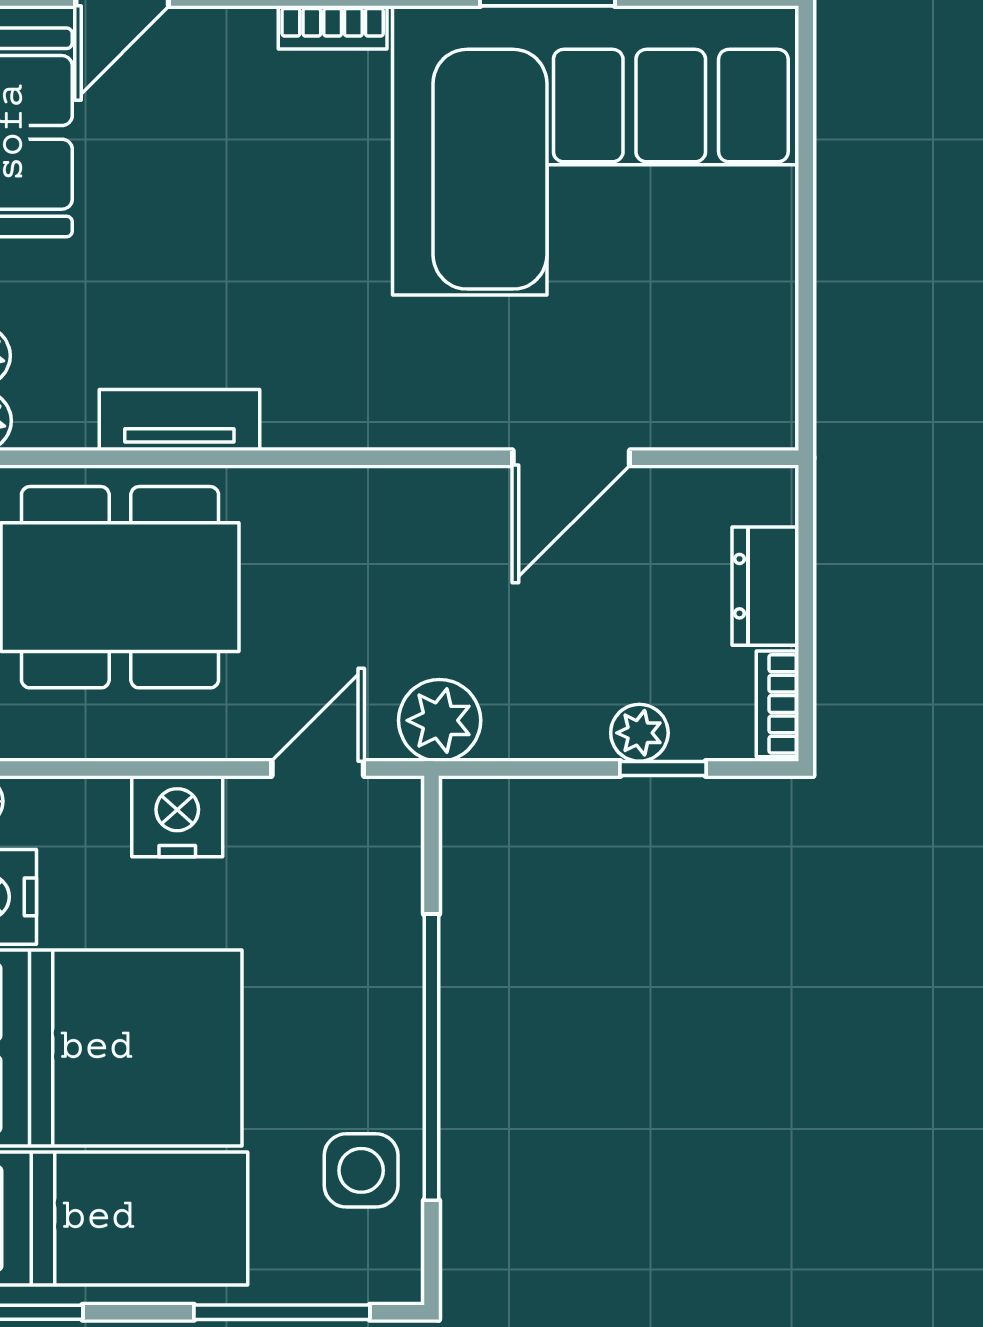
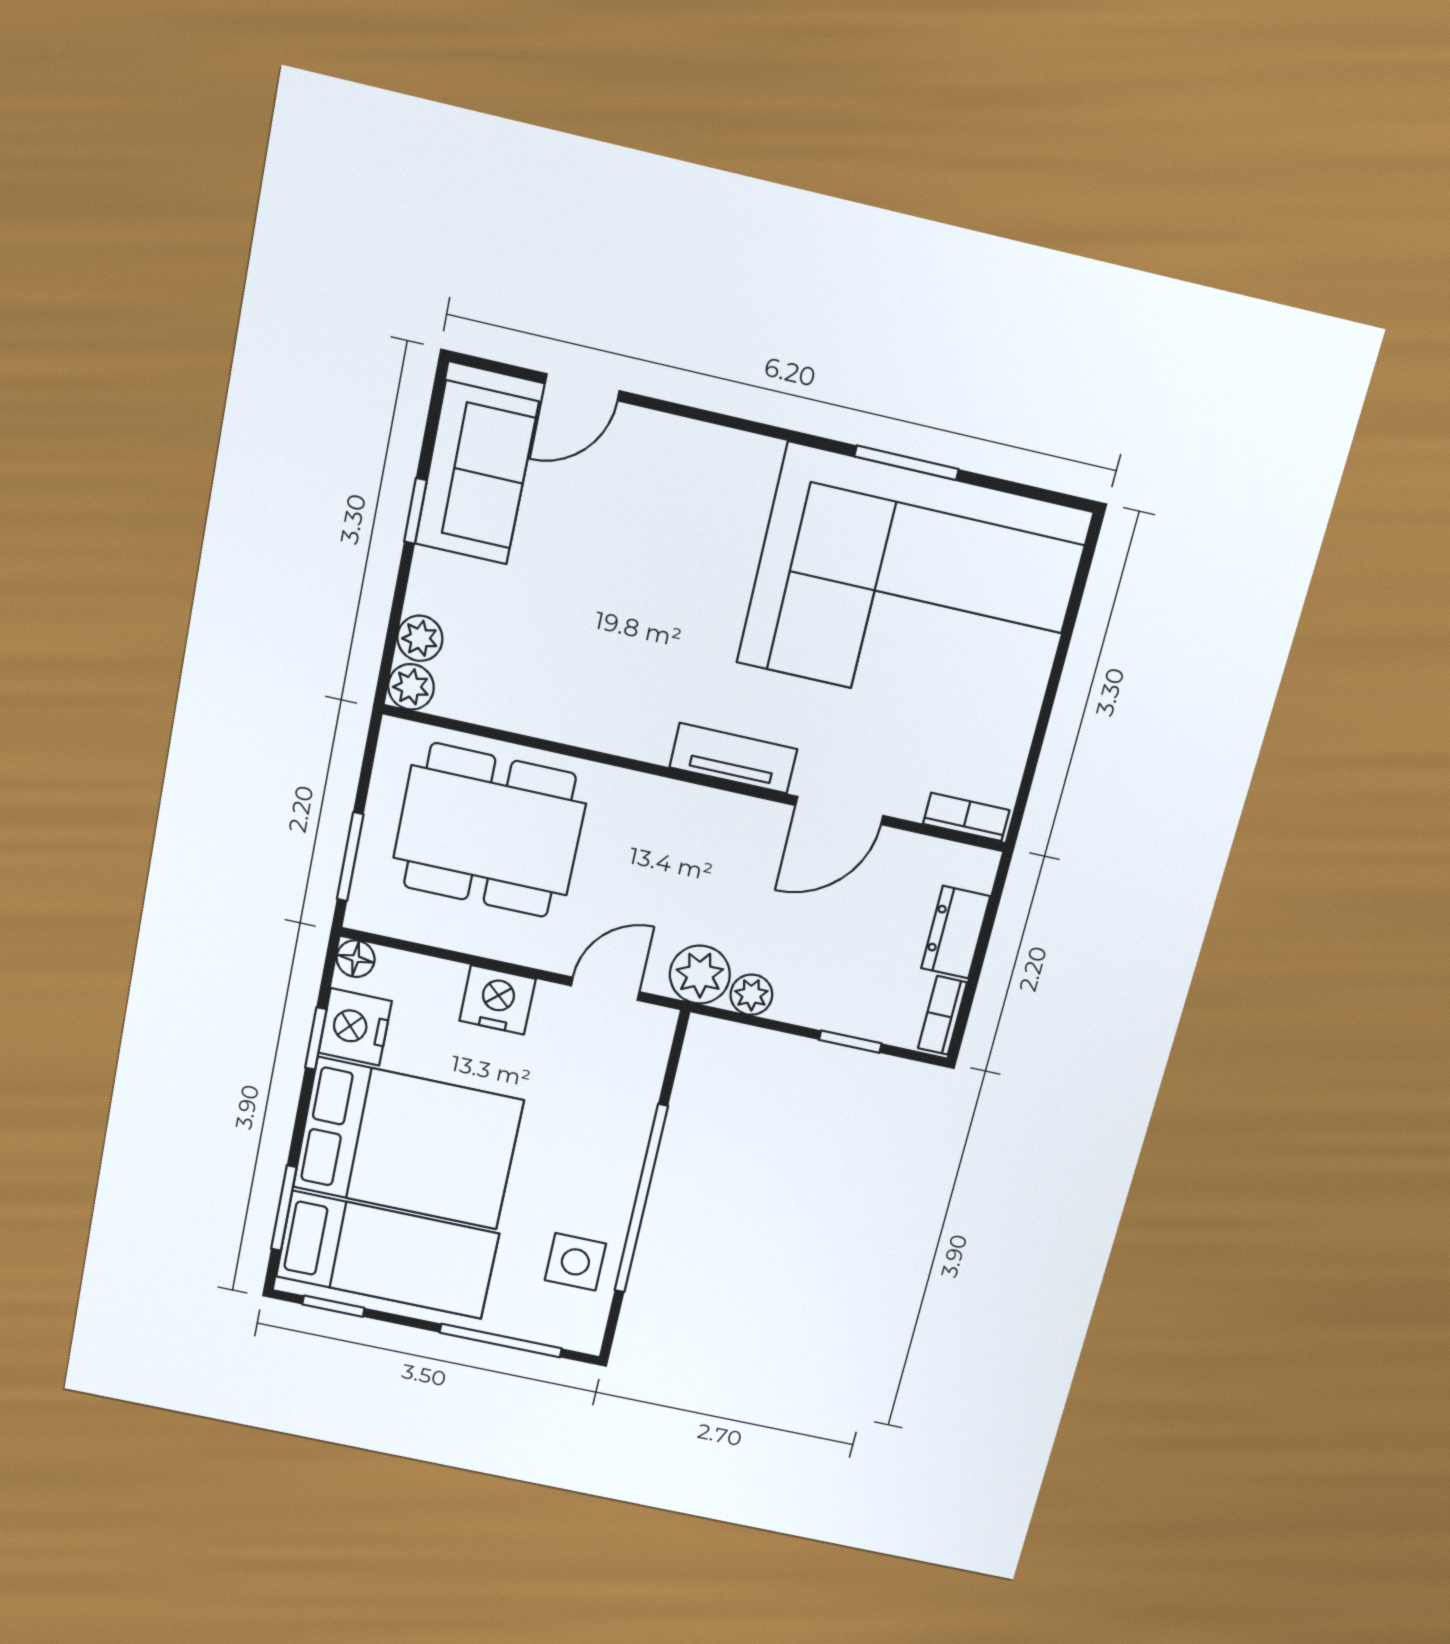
bookcase: (333, 27) -> (966, 817), moved, turned 180
tv unit: (179, 420) -> (733, 758), moved
plant: (639, 733) -> (751, 995), moved

